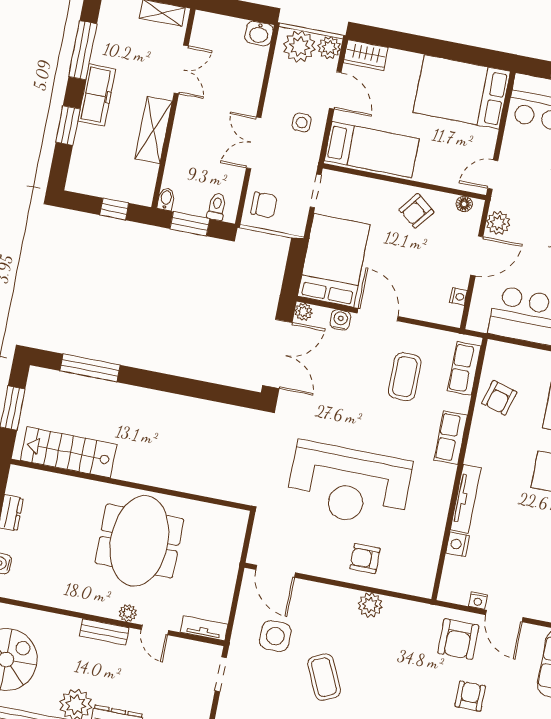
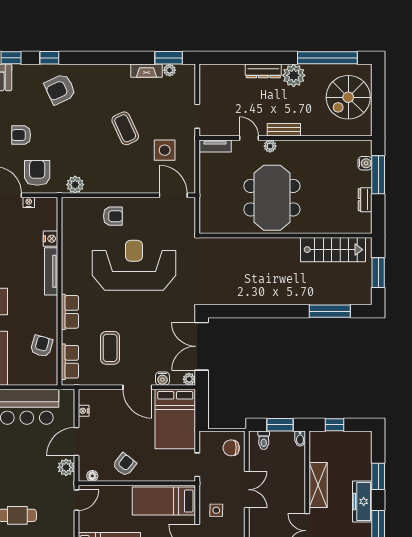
plant: (370, 605) -> (75, 185), moved
armchair: (470, 696) -> (21, 135), turned 90

